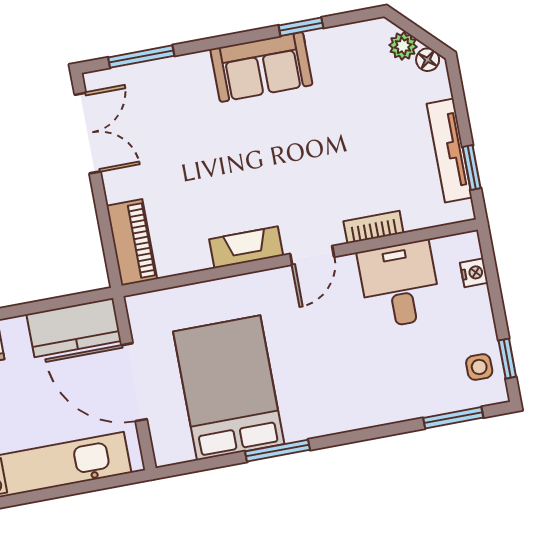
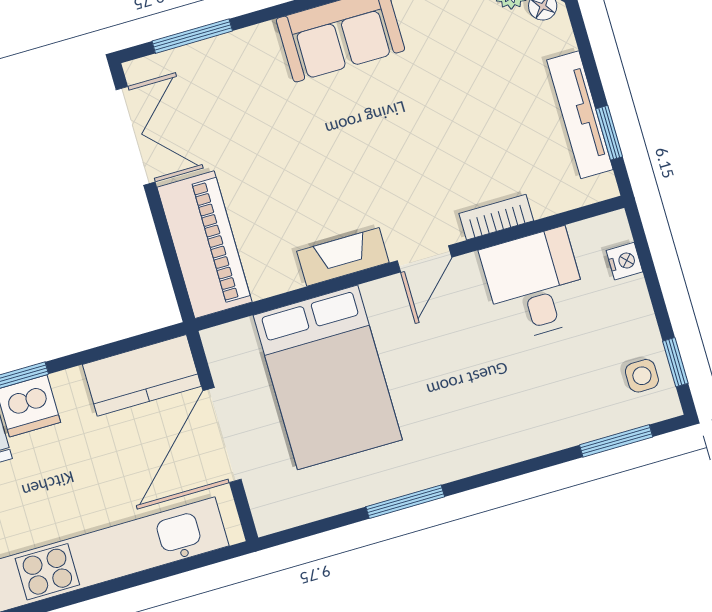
piano: (132, 242) -> (205, 245), width x1.37, depth x1.33
door: (134, 382) -> (222, 435), hinge flipped
bed: (229, 388) -> (328, 377), moved, turned 180

